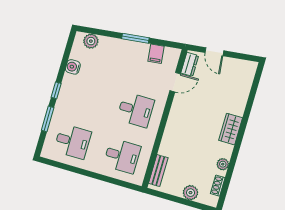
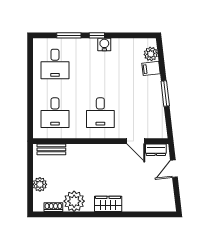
filing cabinet: (156, 54) -> (151, 68), moved
water cooler: (73, 67) -> (104, 44), moved
plant: (223, 164) -> (74, 201), width x1.87, depth x1.87

